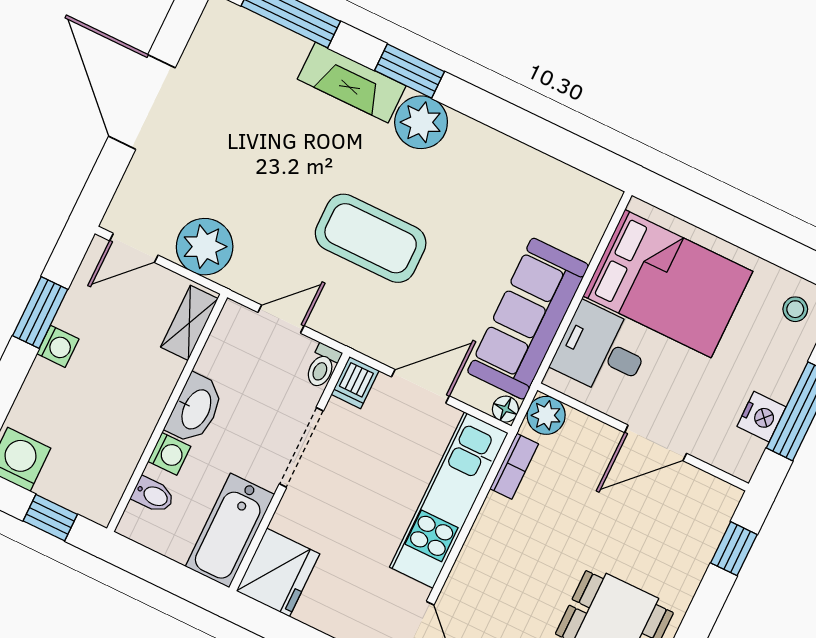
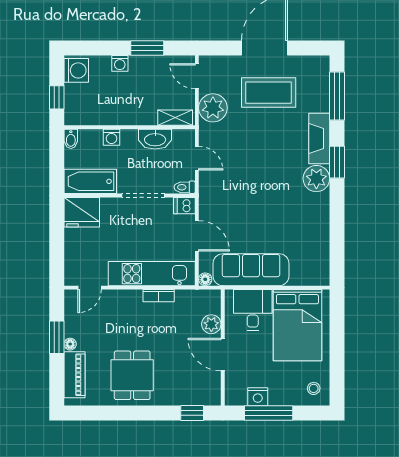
coffee table: (371, 238) -> (269, 93), moved, turned 90
washing machine: (58, 346) -> (120, 63), moved
washbasin: (195, 409) -> (155, 139), moved
plant: (546, 415) -> (211, 324), moved
bookcase: (514, 466) -> (159, 296), moved
bidet: (153, 495) -> (71, 139), moved

